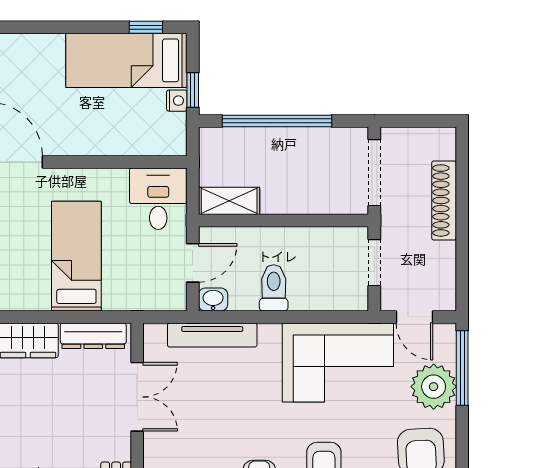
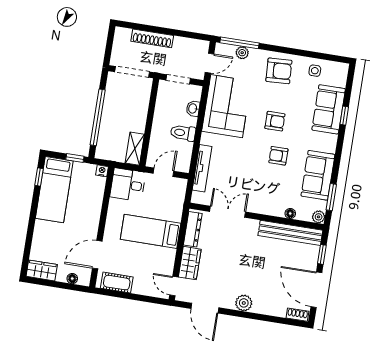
nightstand: (177, 101) -> (102, 171), moved
door: (193, 263) -> (164, 172), hinge flipped
washbasin: (213, 300) -> (193, 109), moved
plant: (434, 387) -> (242, 53), width x0.53, depth x0.53

